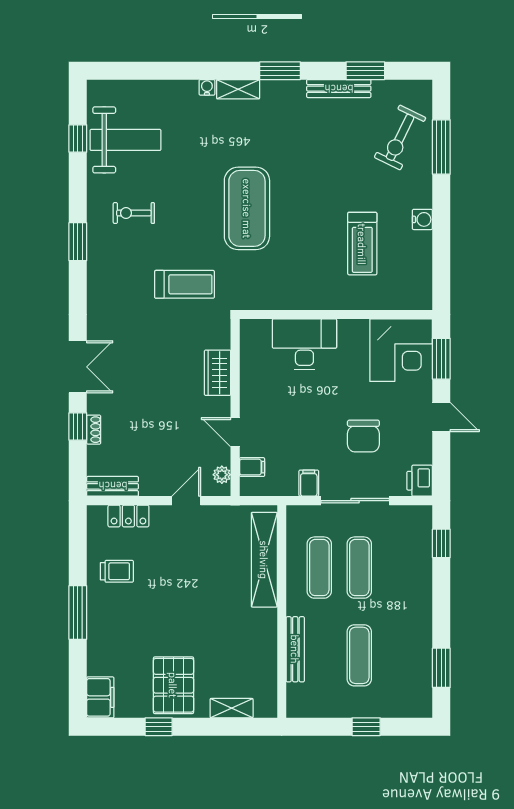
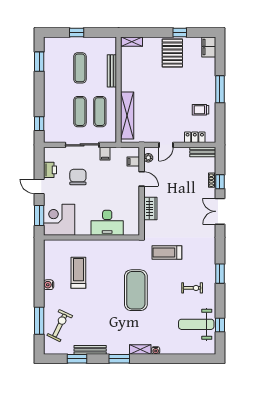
printer: (420, 481) -> (50, 170), moved
shelving: (232, 708) -> (132, 42), moved

